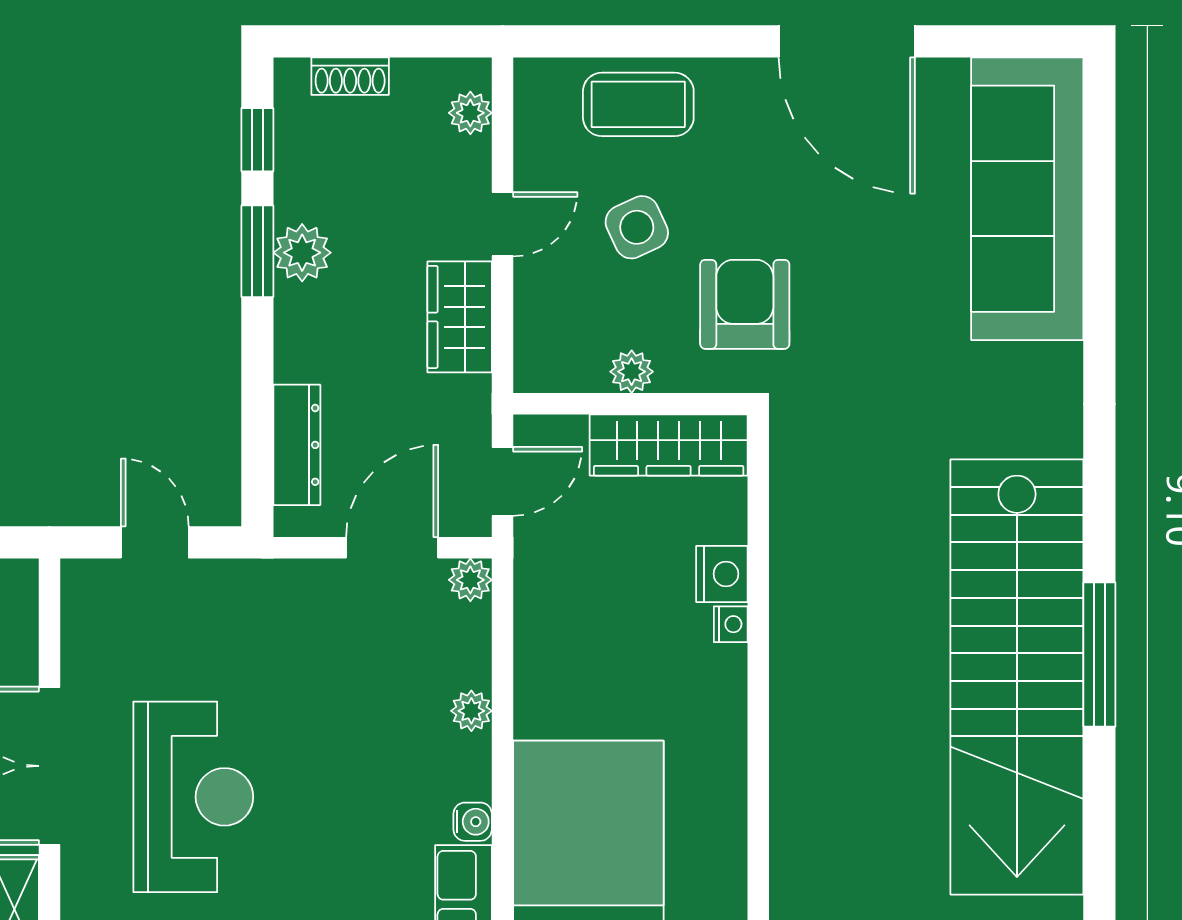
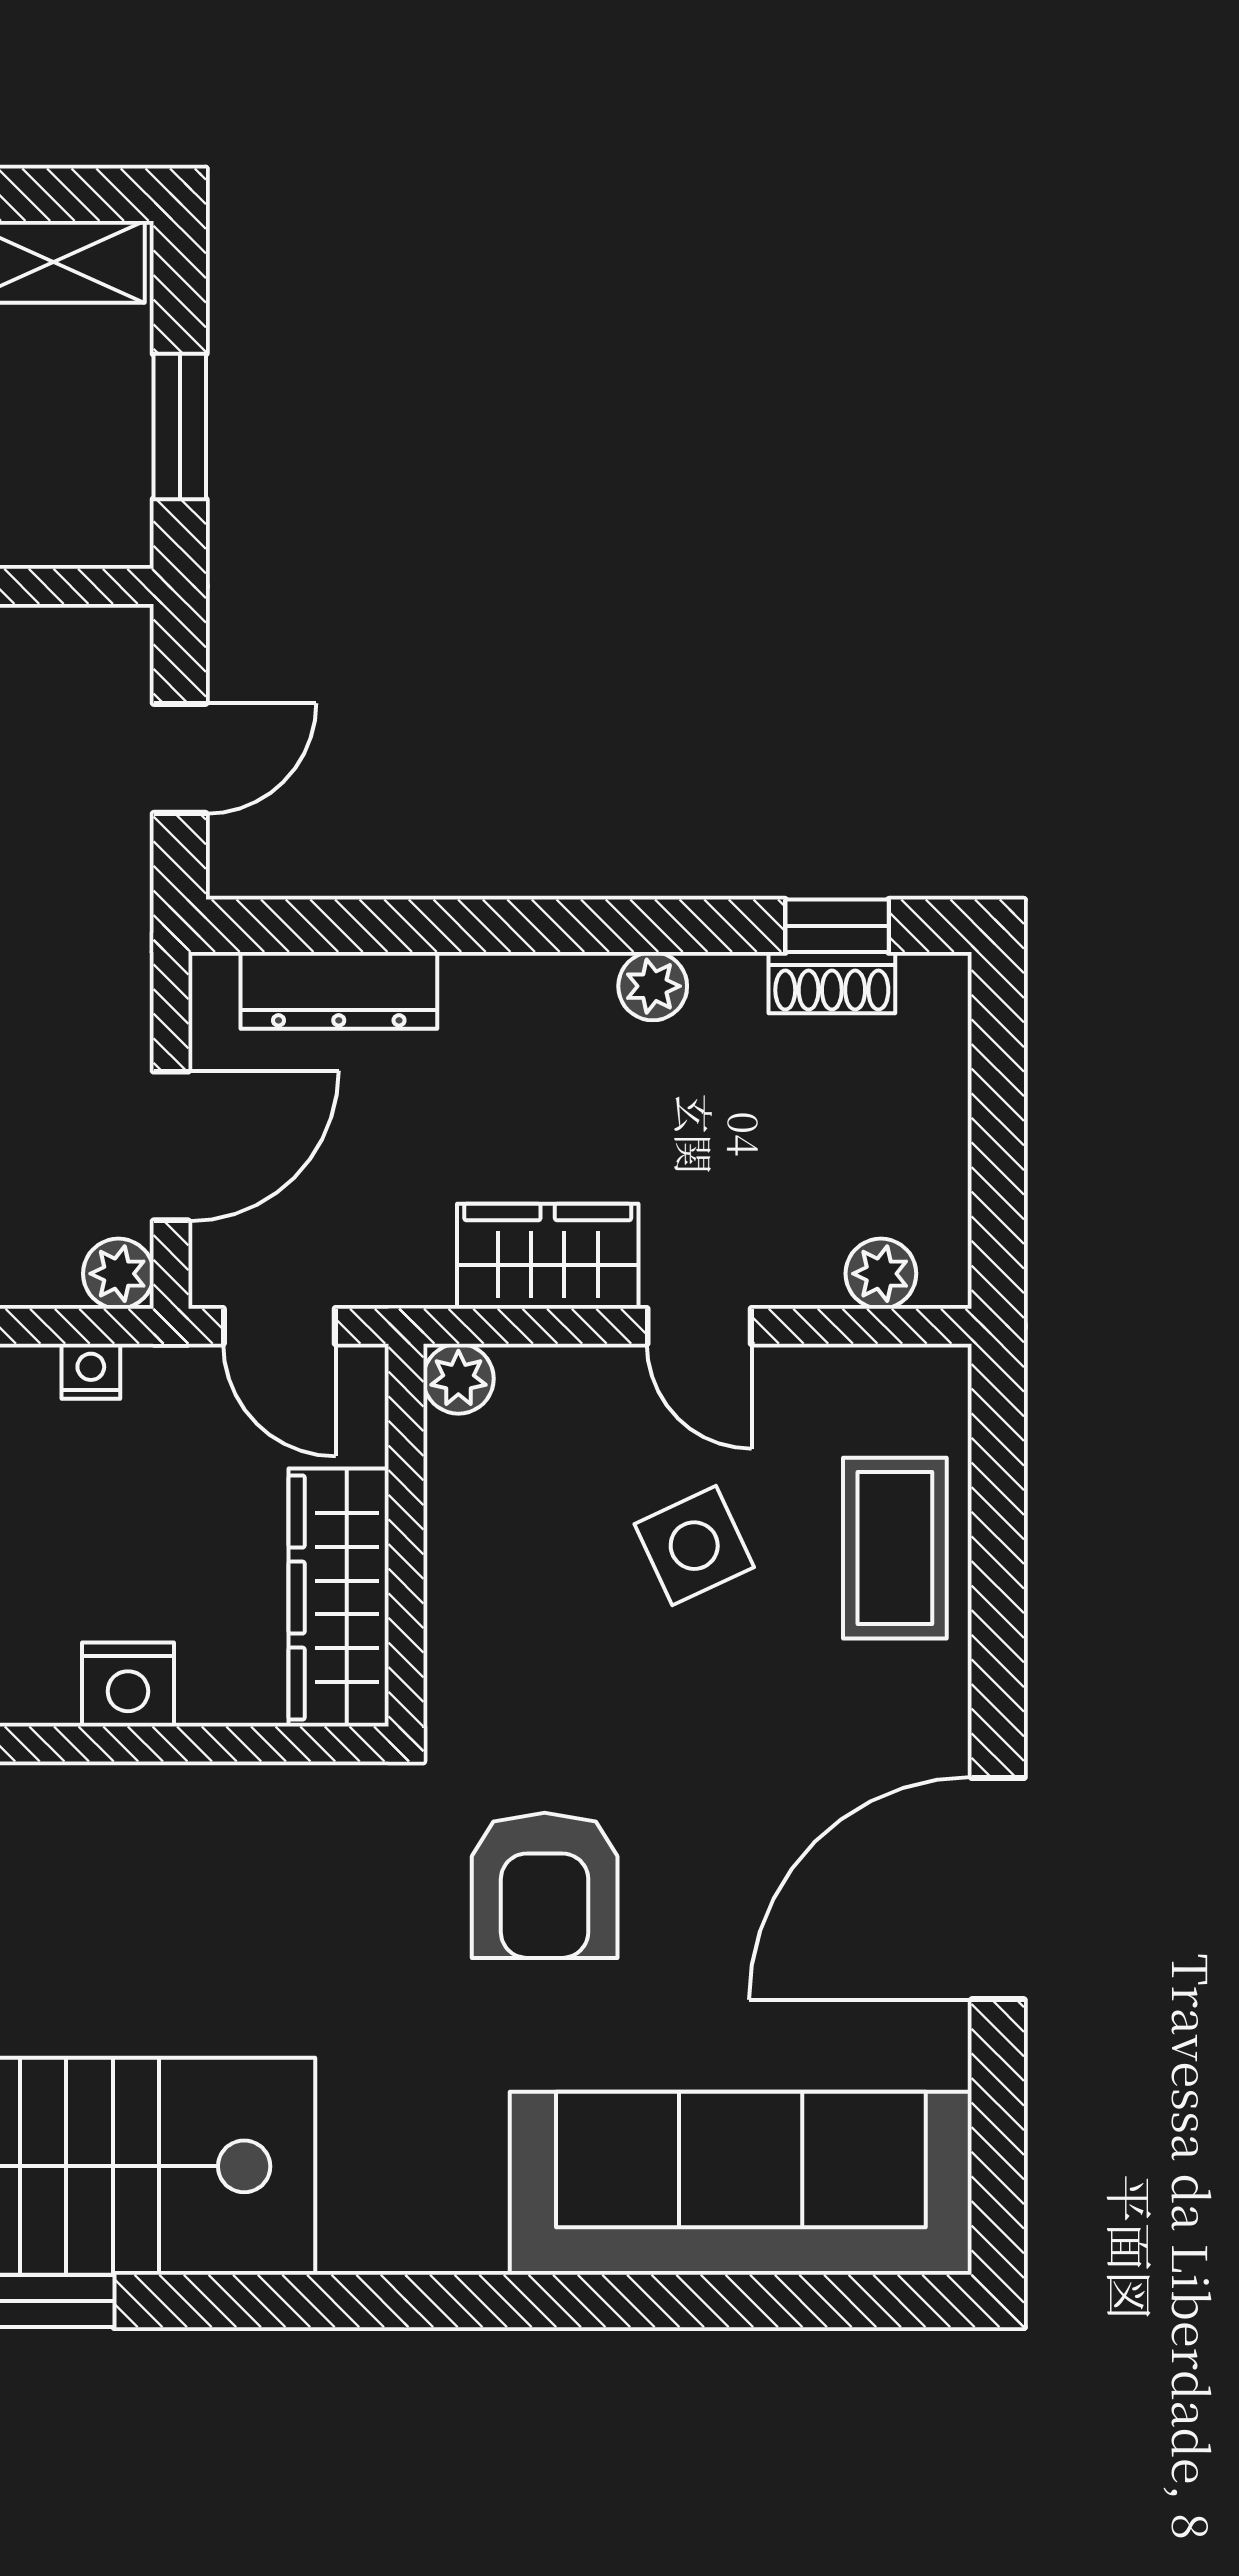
shoe rack: (350, 76) -> (832, 983), moved, turned -90
window: (257, 251) -> (655, 926), removed
plant: (302, 253) -> (653, 986), width x0.73, depth x0.73
armchair: (745, 304) -> (545, 1885), moved, turned 90
plant: (632, 372) -> (458, 1379), moved
door: (392, 548) -> (171, 1146), hinge flipped
nightstand: (731, 624) -> (91, 1371), moved, turned 180

